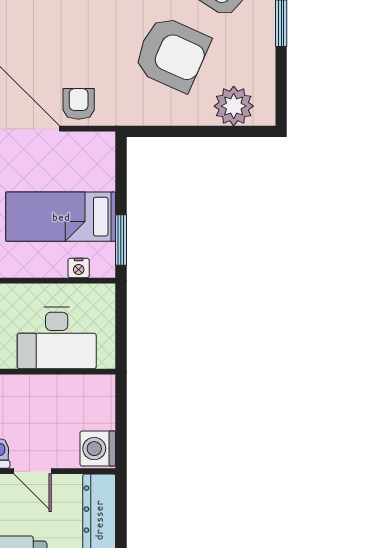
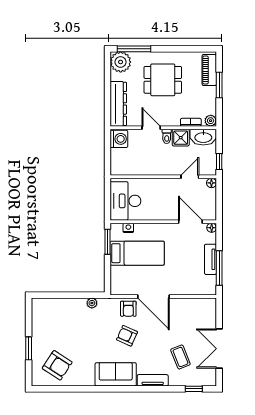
armchair: (172, 54) -> (127, 336), moved, width x0.53, depth x0.53
plant: (234, 106) -> (92, 303), moved, width x0.53, depth x0.53
desk: (57, 338) -> (125, 201), moved, turned -90

